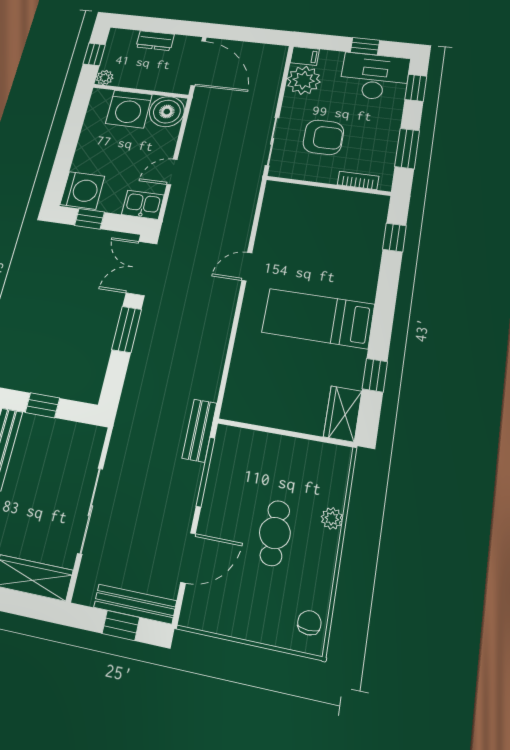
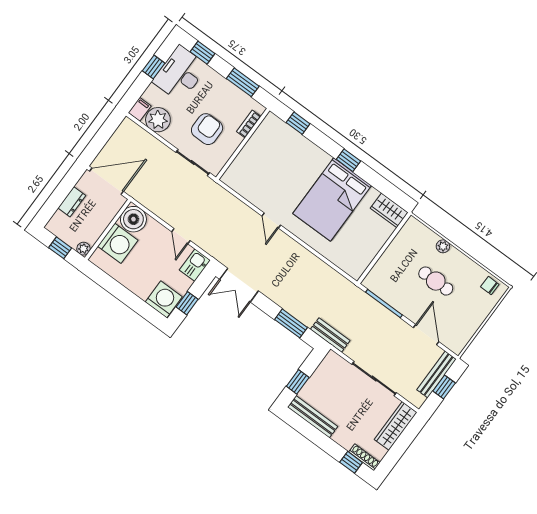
bed: (318, 318) -> (332, 200), width x1.50
window: (127, 329) -> (291, 323), moved
window: (375, 375) -> (348, 160), moved
bench: (199, 431) -> (330, 335), moved

